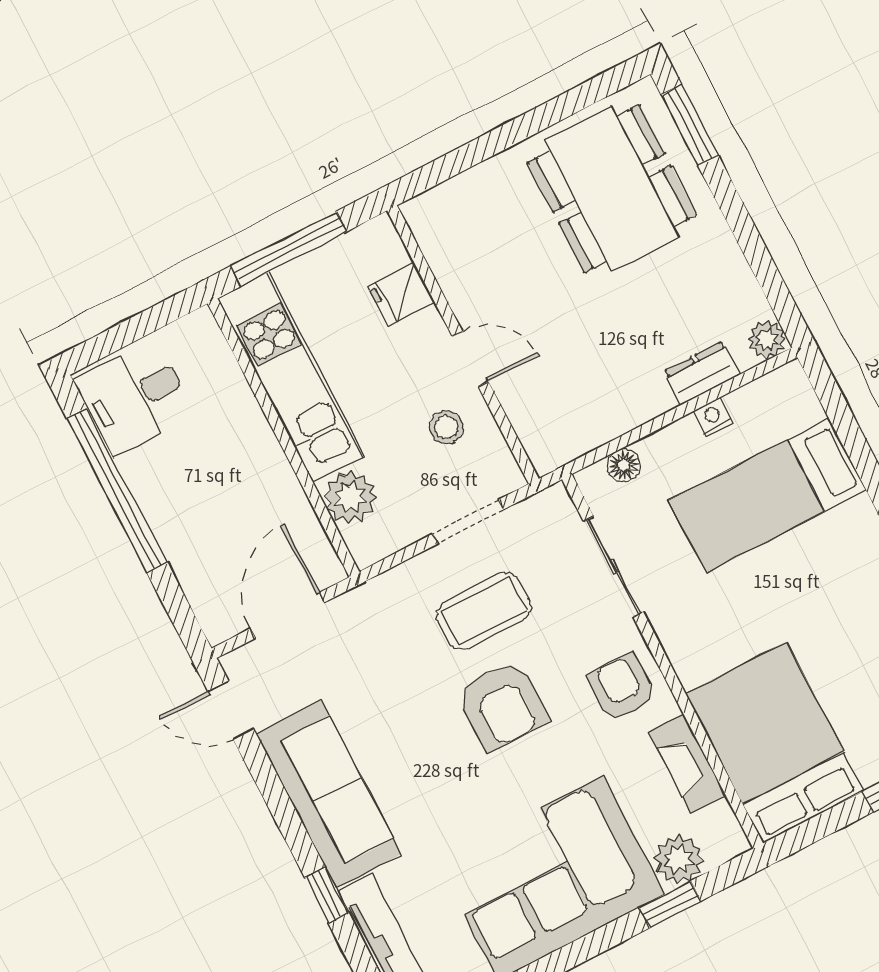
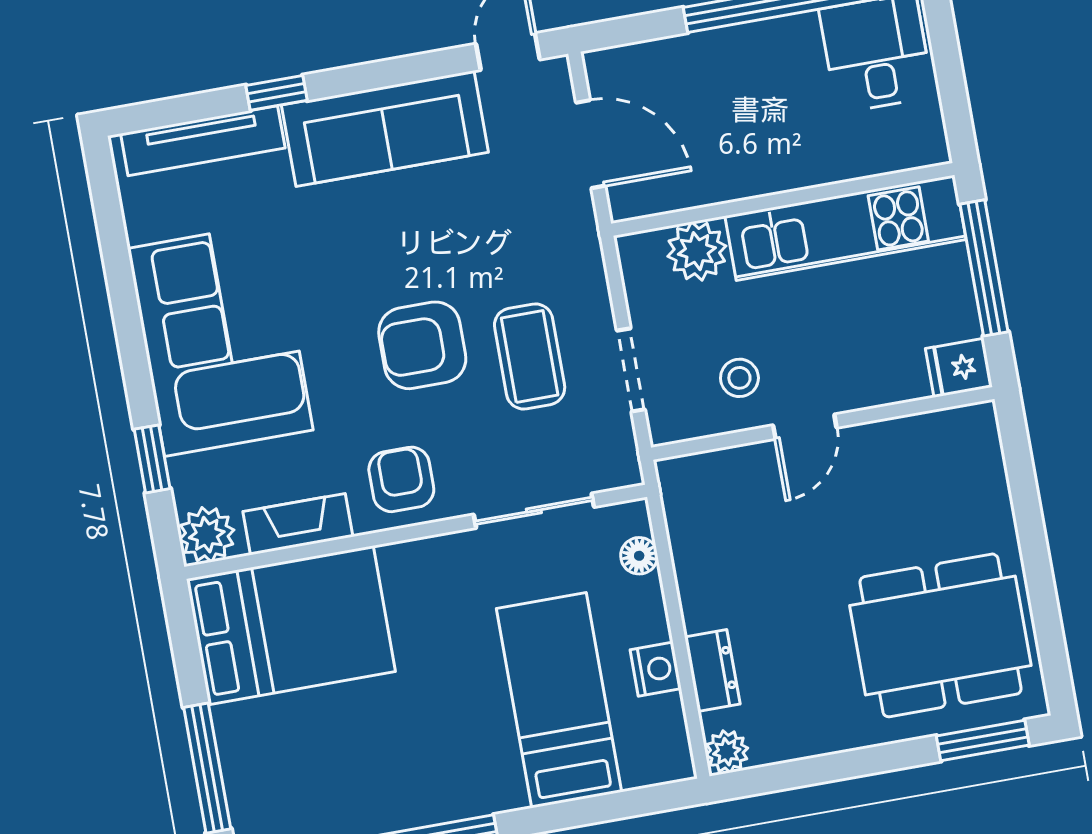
fridge: (401, 295) -> (959, 368), moved, turned -90
nightstand: (713, 417) -> (656, 669), width x1.39, depth x1.35
armchair: (622, 687) -> (401, 479), turned -90
plant: (679, 859) -> (207, 535), moved

